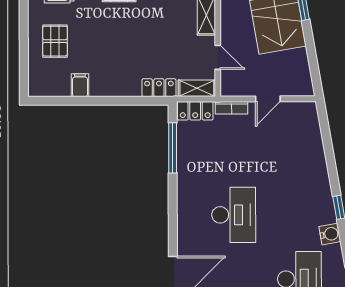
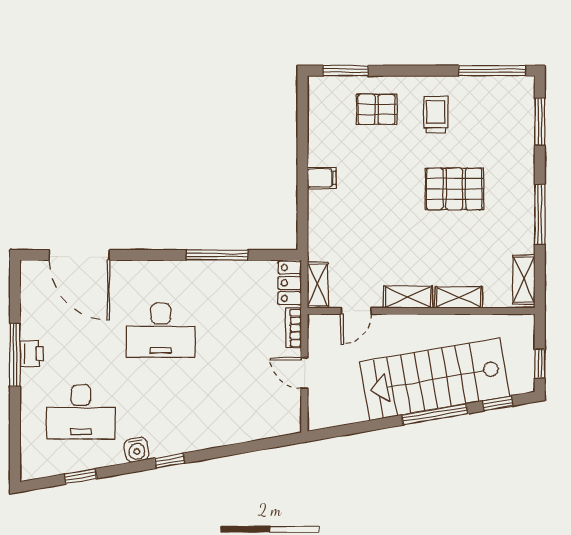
window: (24, 66) -> (346, 71), added
filing cabinet: (80, 85) -> (322, 178), moved
locker: (159, 88) -> (318, 238), removed
window: (173, 148) -> (217, 255), moved

